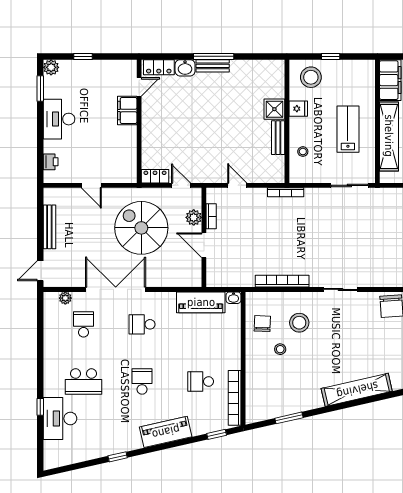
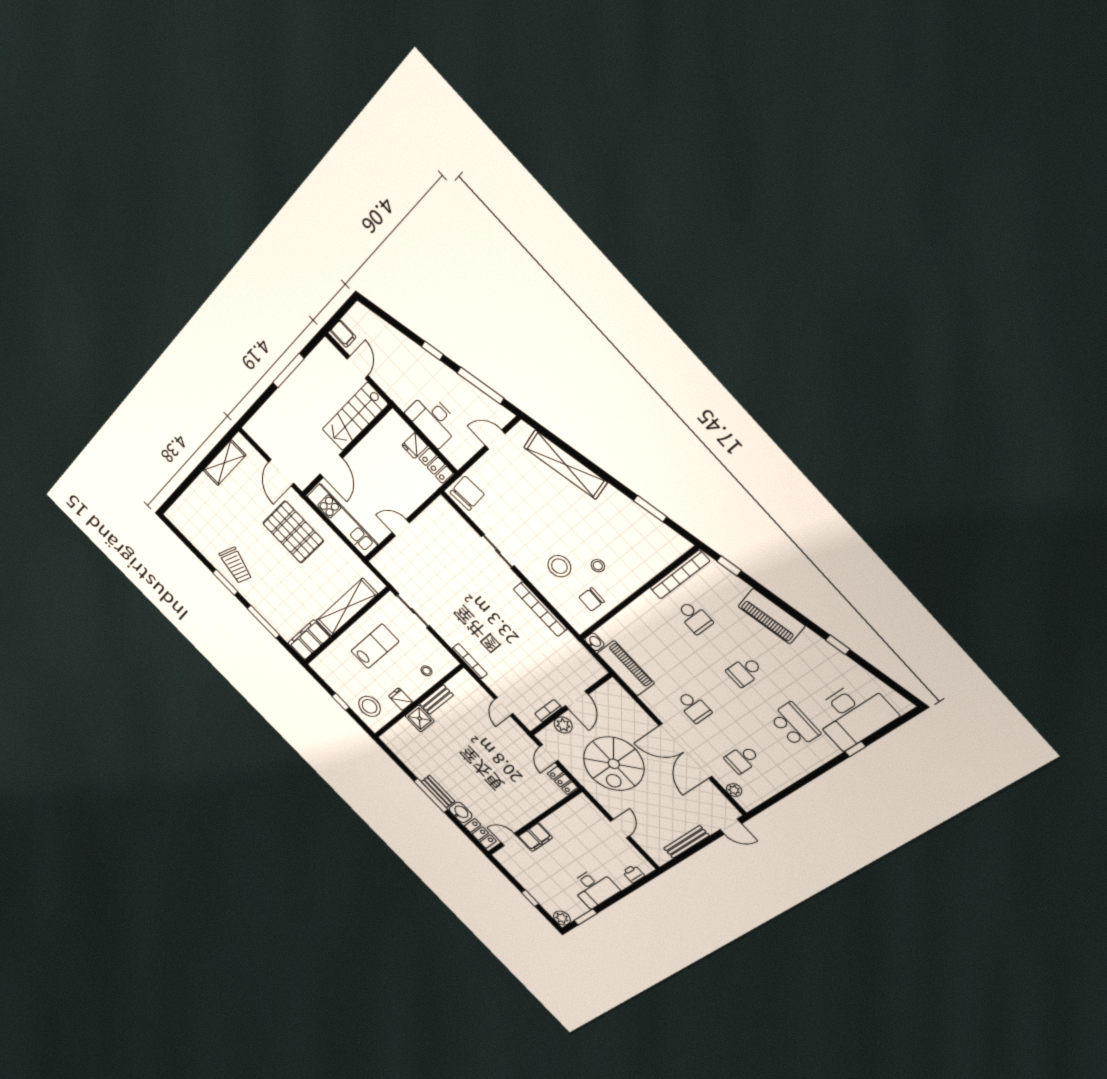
lab bench: (348, 129) -> (375, 646), turned 180
desk: (60, 418) -> (853, 714), width x1.36, depth x1.30

